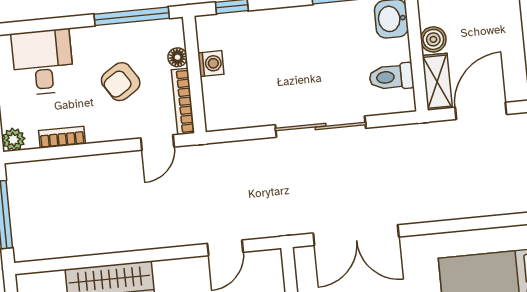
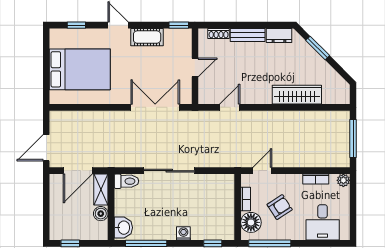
floor lamp: (178, 57) -> (251, 222), width x1.89, depth x1.89
washing machine: (211, 64) -> (183, 233), moved, turned 90
toilet: (391, 77) -> (126, 181), moved
bookcase: (183, 101) -> (246, 199), width x0.64

